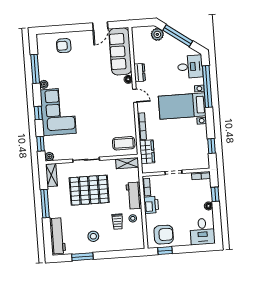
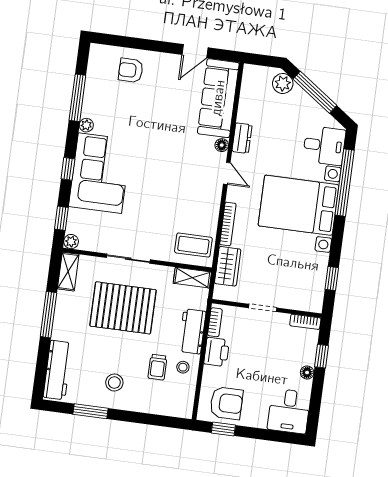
bed with nightstands: (182, 106) -> (298, 205), width x1.36

